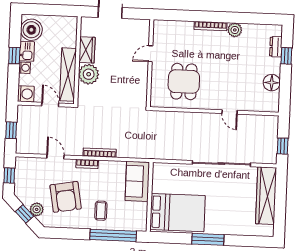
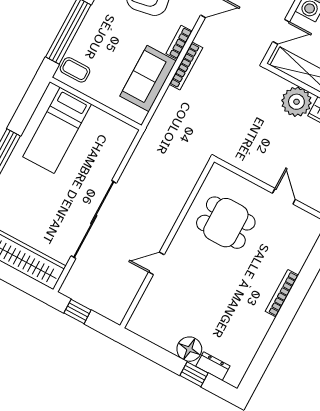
plant: (235, 30) -> (261, 323), removed
floor lamp: (272, 83) -> (189, 349), moved
sofa: (137, 181) -> (148, 79), moved, turned -90
coffee table: (101, 211) -> (75, 70), moved
bed: (178, 213) -> (57, 130), width x0.67

